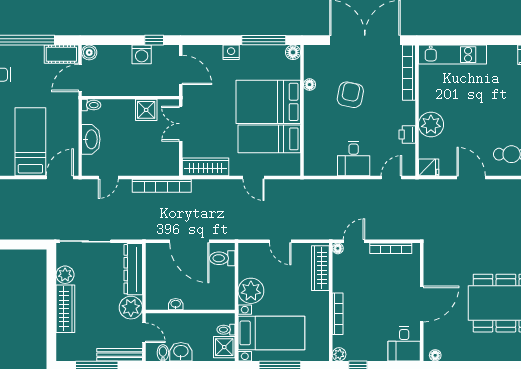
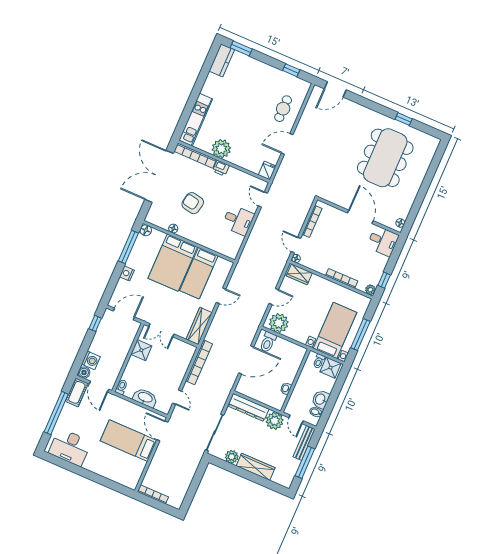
washing machine: (142, 54) -> (91, 360), moved
plant: (431, 125) -> (221, 149), moved
printer: (407, 135) -> (221, 168), moved
wardrobe: (320, 268) -> (299, 274), width x0.67
plant: (251, 291) -> (279, 323), moved
door: (144, 333) -> (296, 419), swing flipped

